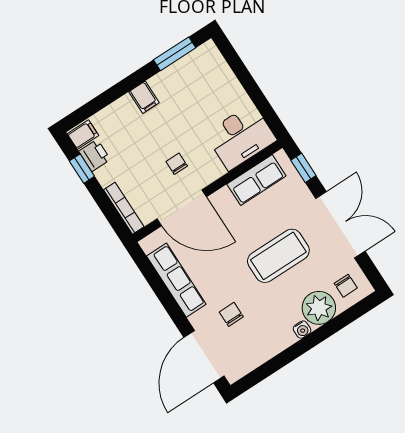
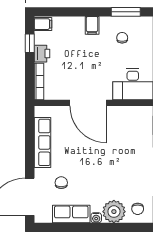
printer: (95, 155) -> (42, 54), moved
chair: (177, 164) -> (122, 38), moved
row of seats: (256, 180) -> (71, 214), moved, turned 180
door: (182, 208) -> (88, 103), moved
coffee table: (278, 256) -> (110, 167), removed

